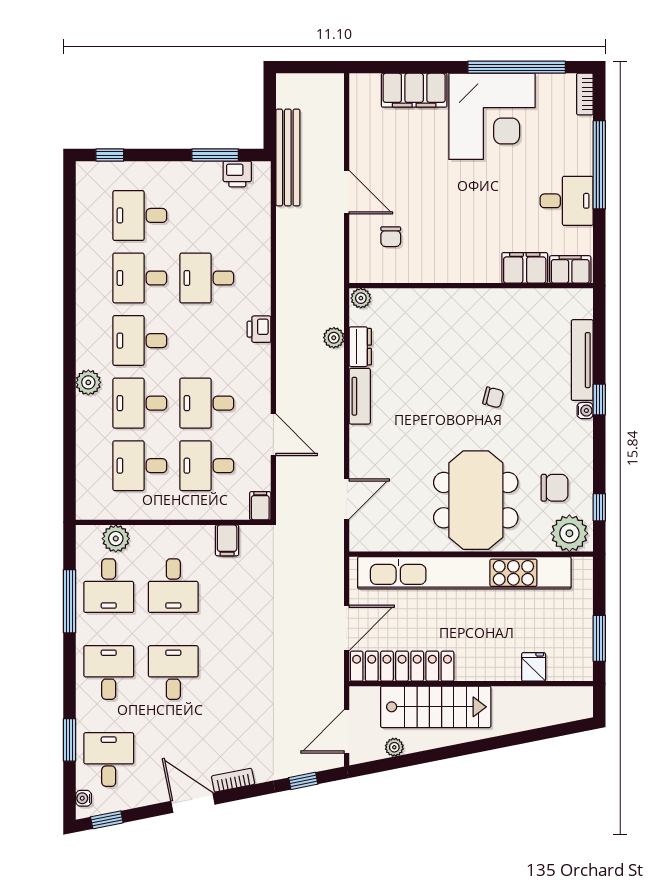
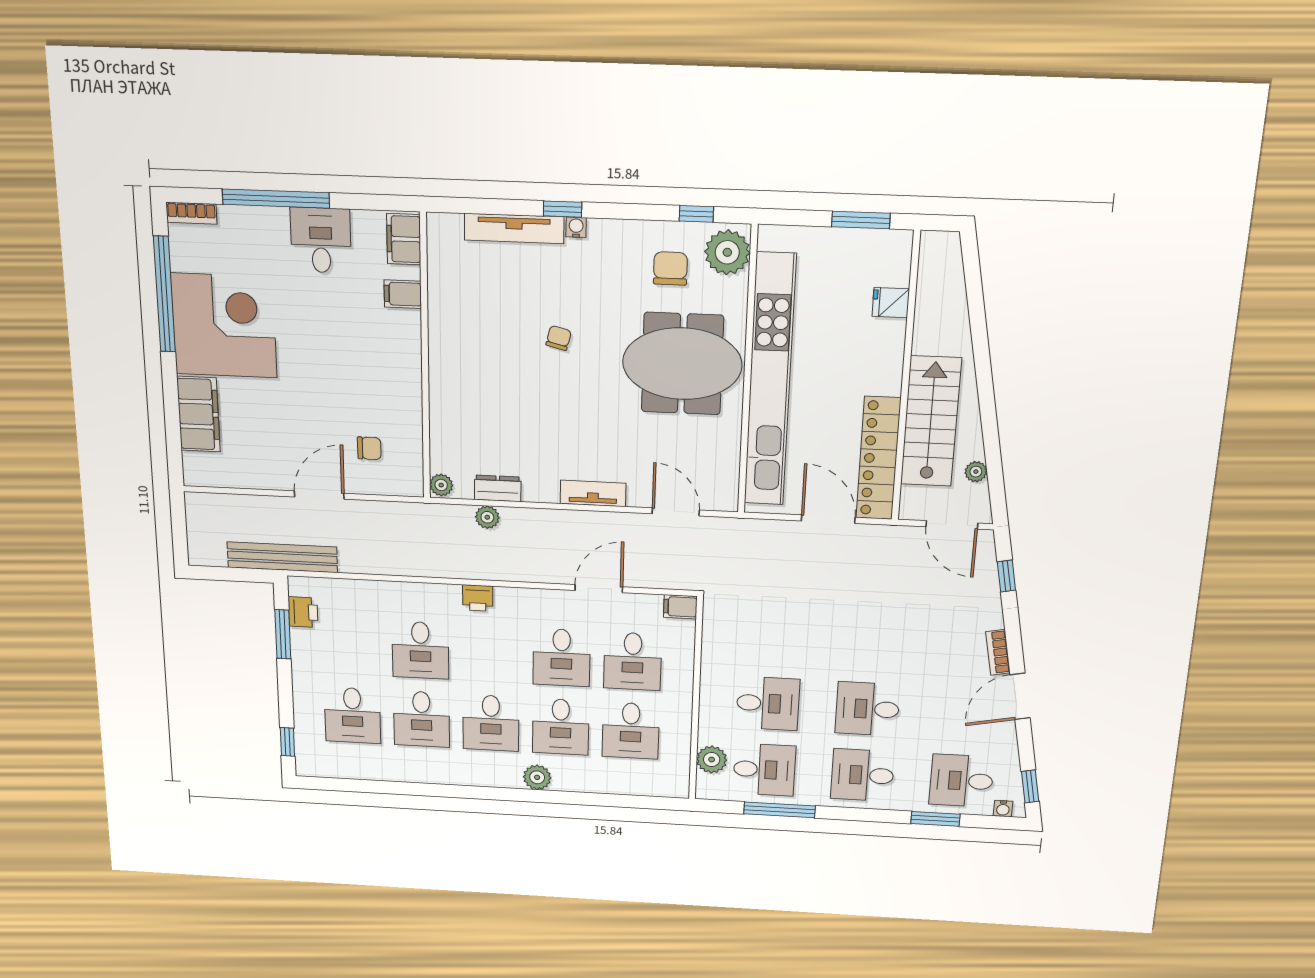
filing cabinet: (525, 268) -> (403, 294), width x0.50
tv unit: (360, 396) -> (593, 493), moved
filing cabinet: (227, 540) -> (719, 644), removed

